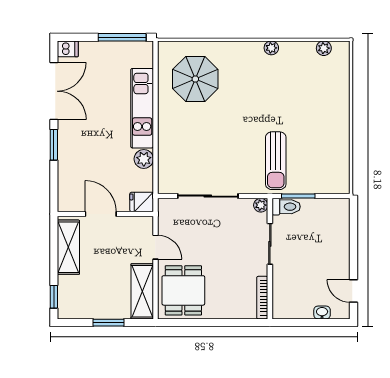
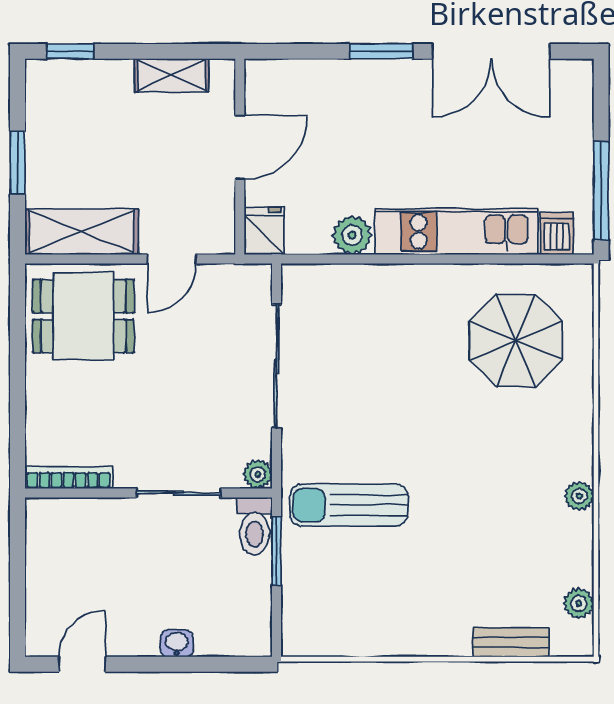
dishwasher: (68, 49) -> (557, 233), moved, turned 180
bench: (343, 81) -> (511, 642), added
shelving: (68, 247) -> (172, 75), width x0.67, depth x0.75
washbasin: (322, 313) -> (177, 644), moved, turned -90

